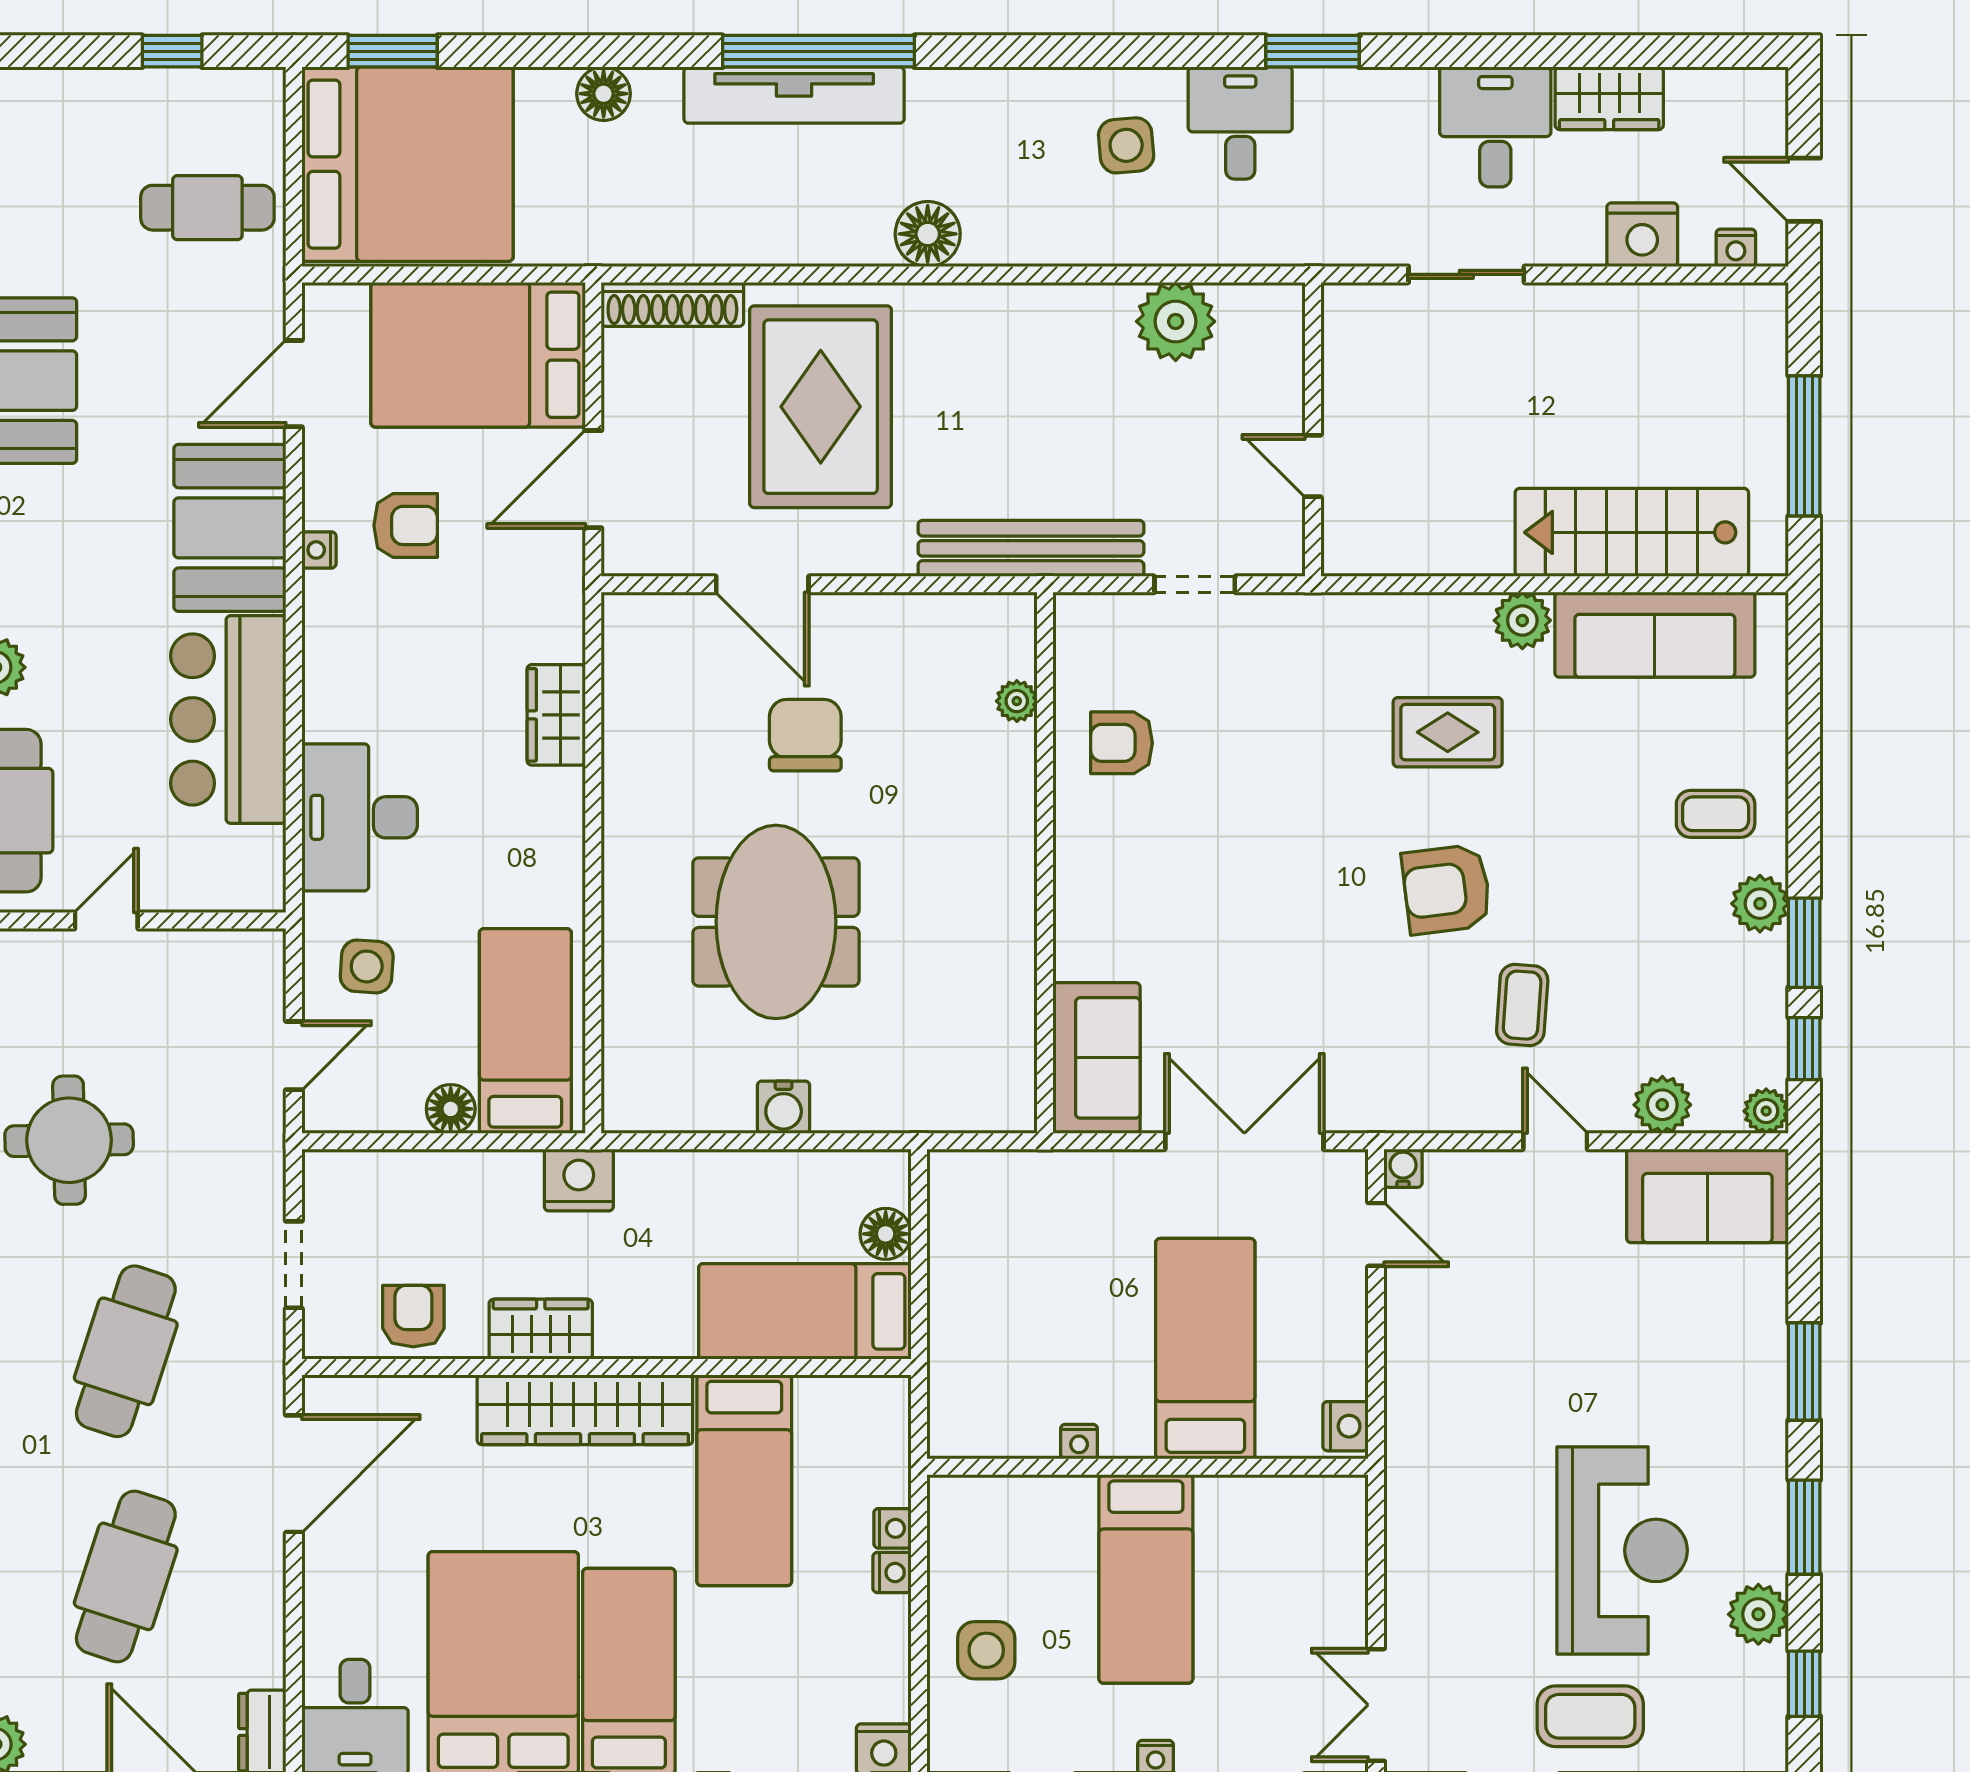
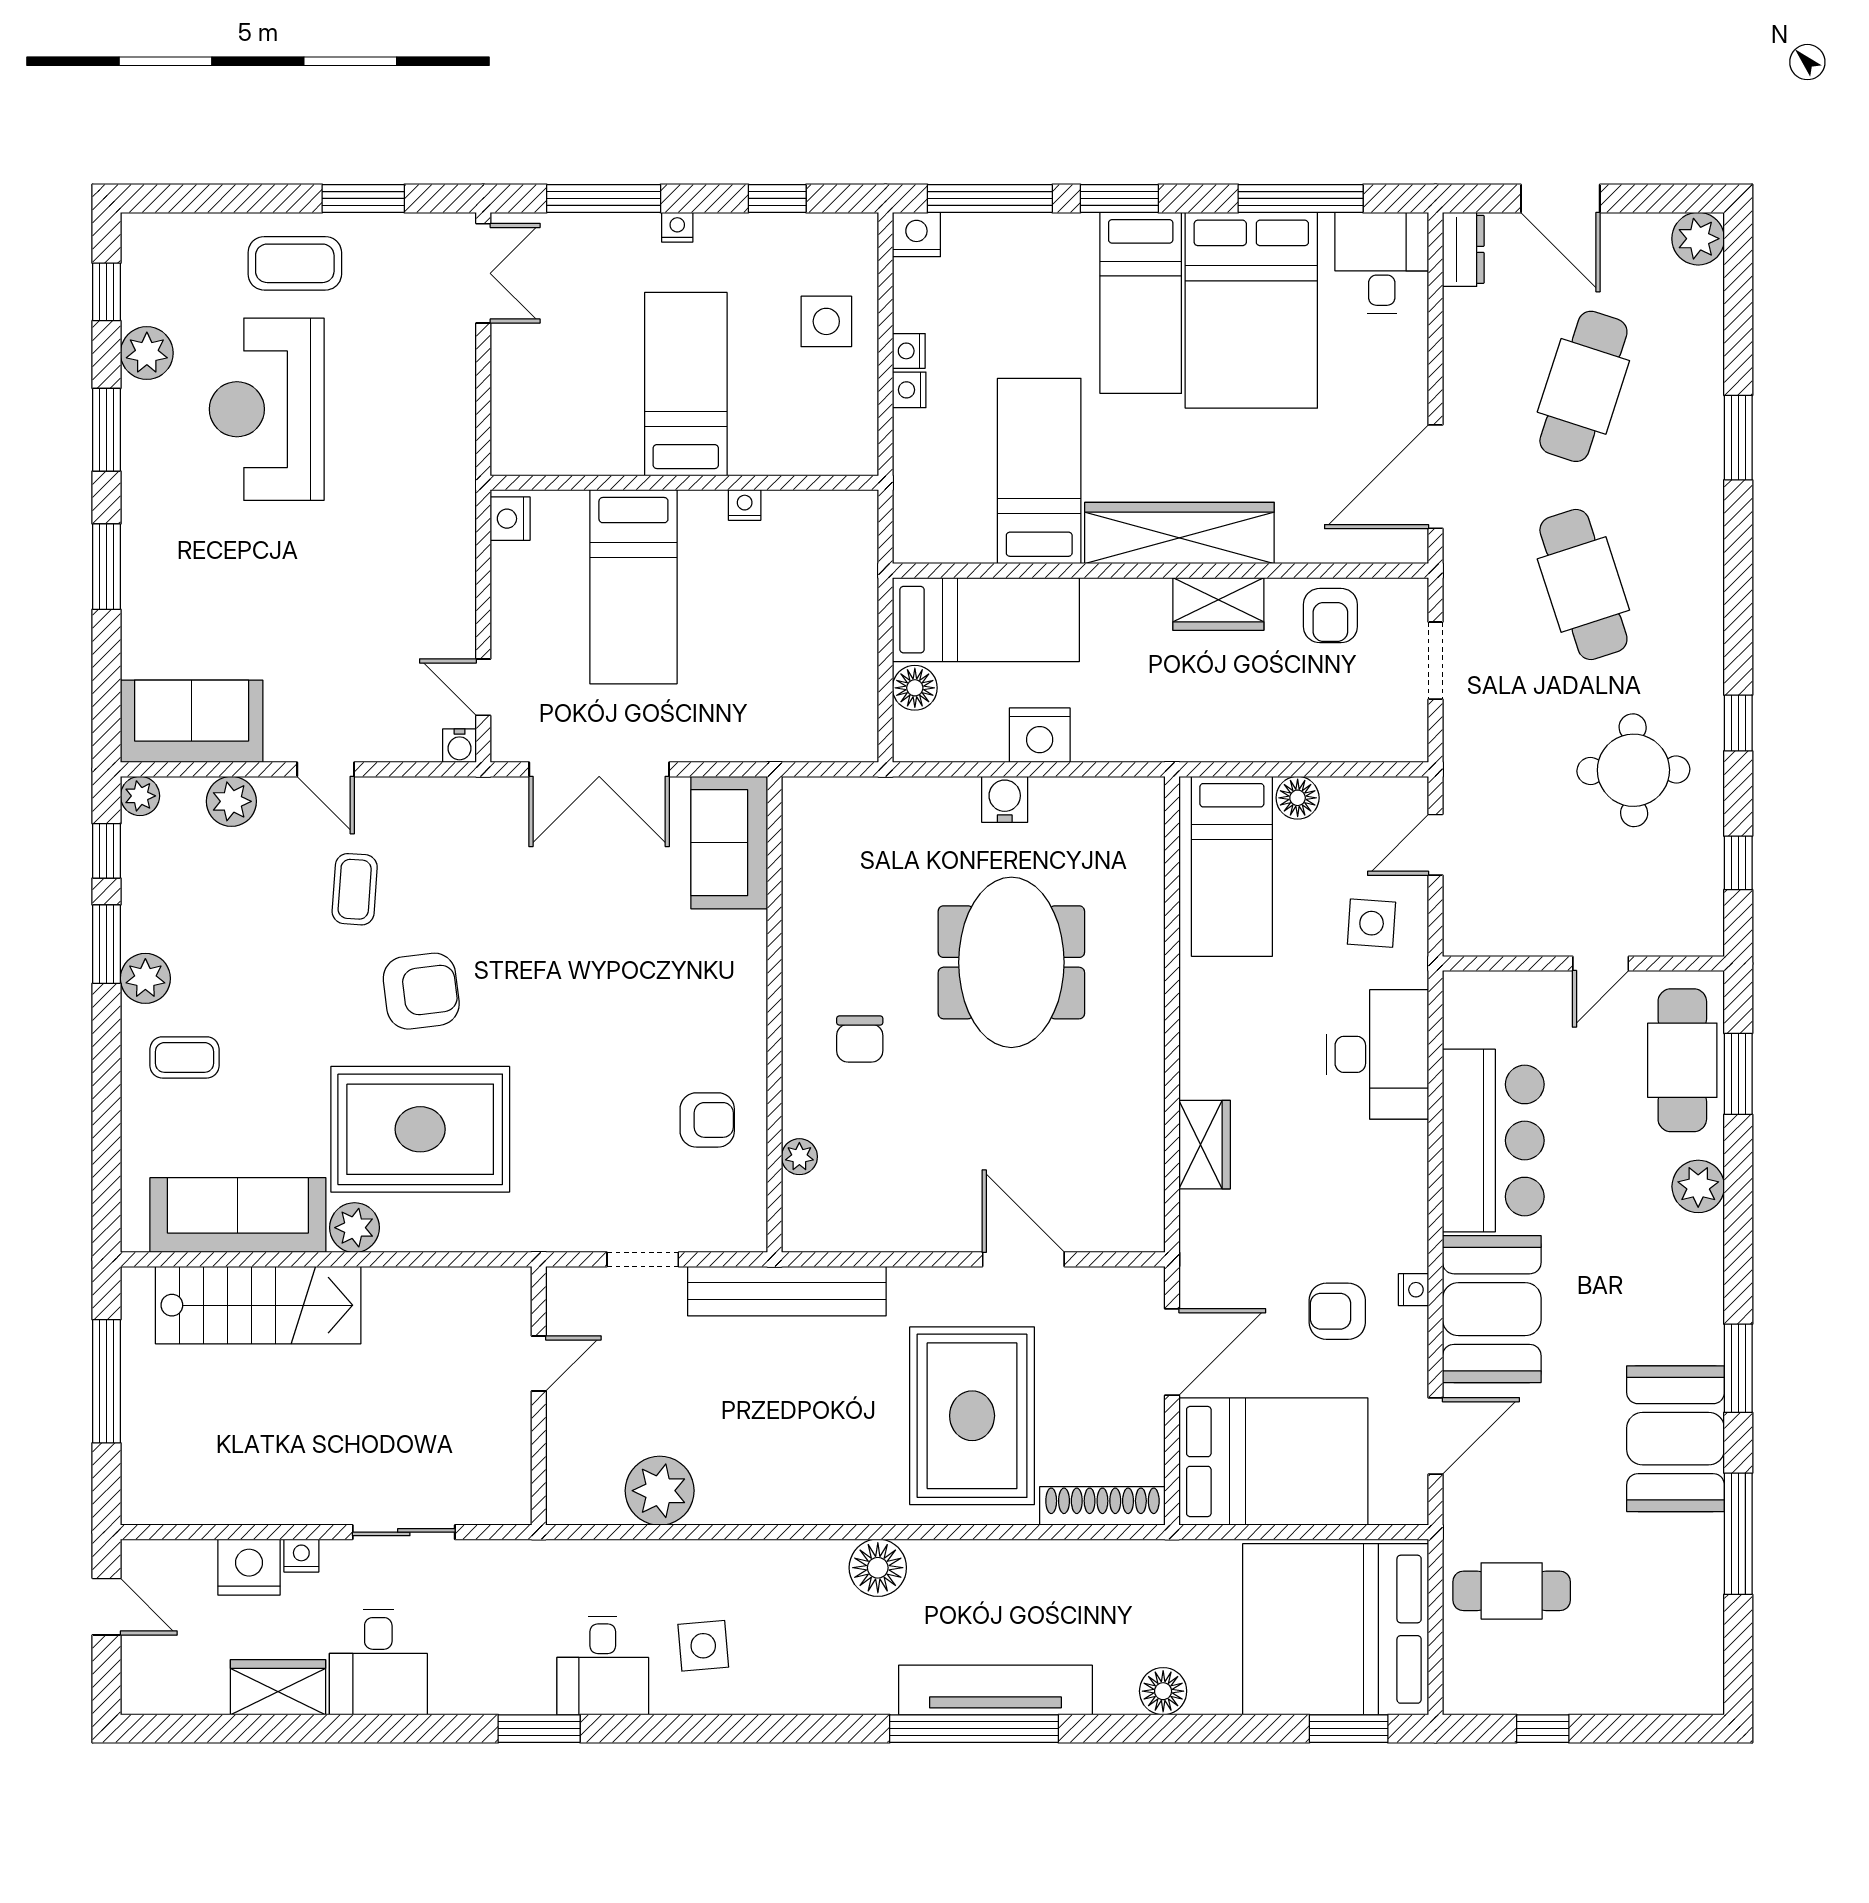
nightstand: (1736, 248) -> (301, 1556), moved
door: (1313, 466) -> (539, 1364), hinge flipped
rug: (1448, 732) -> (420, 1129), width x1.86, depth x2.06
chair: (805, 735) -> (860, 1039), moved, width x0.73, depth x0.73
nightstand: (579, 1180) -> (1040, 735), moved
cafe table: (126, 1351) -> (1583, 584), turned -36
nightstand: (892, 1528) -> (909, 351), moved

